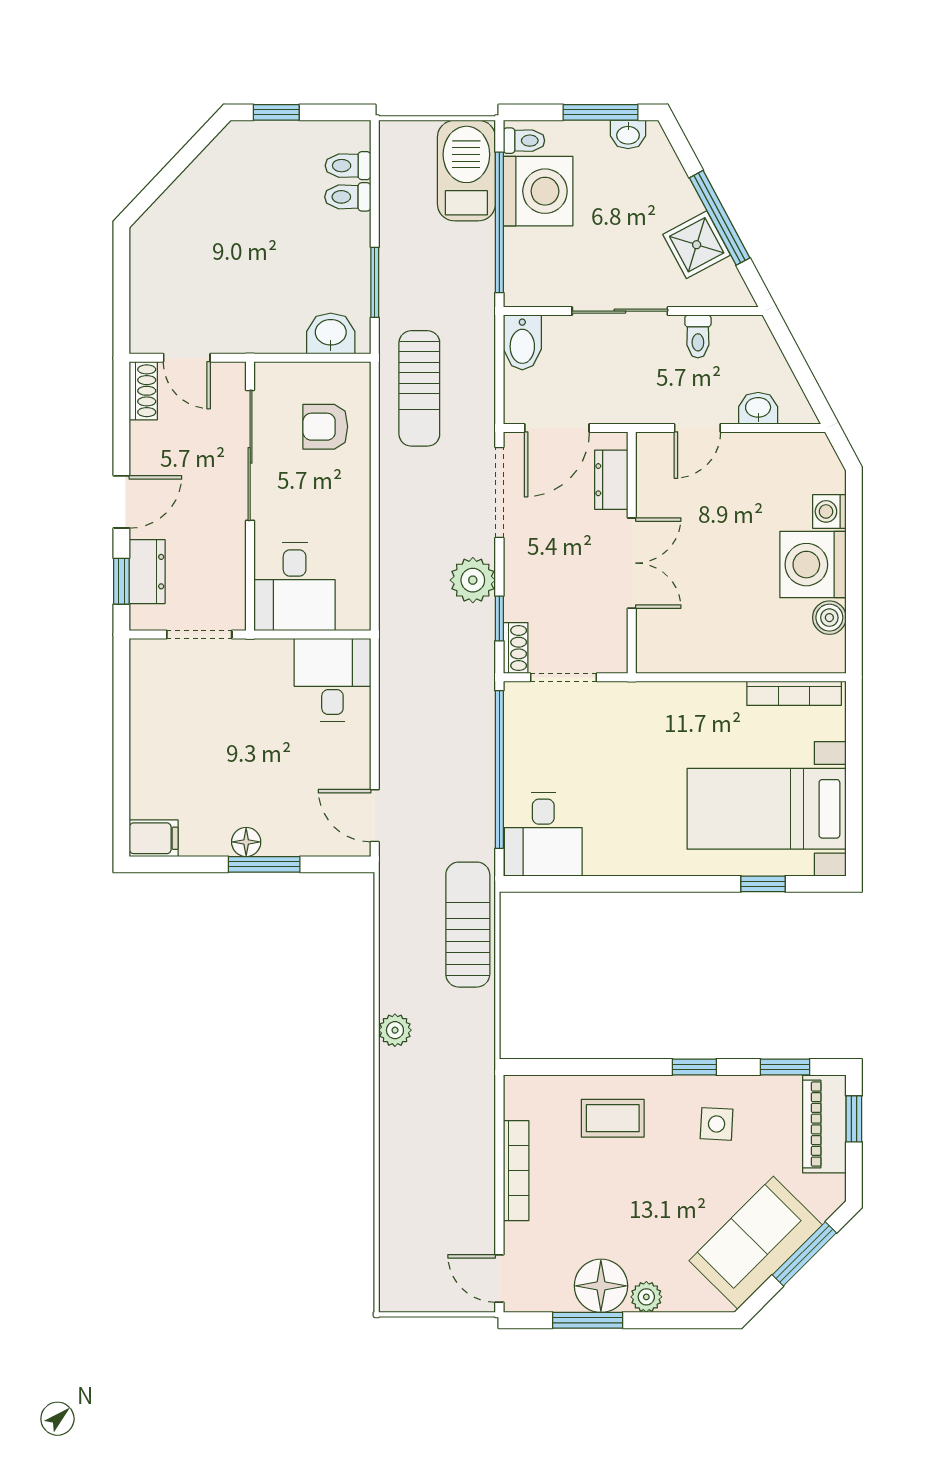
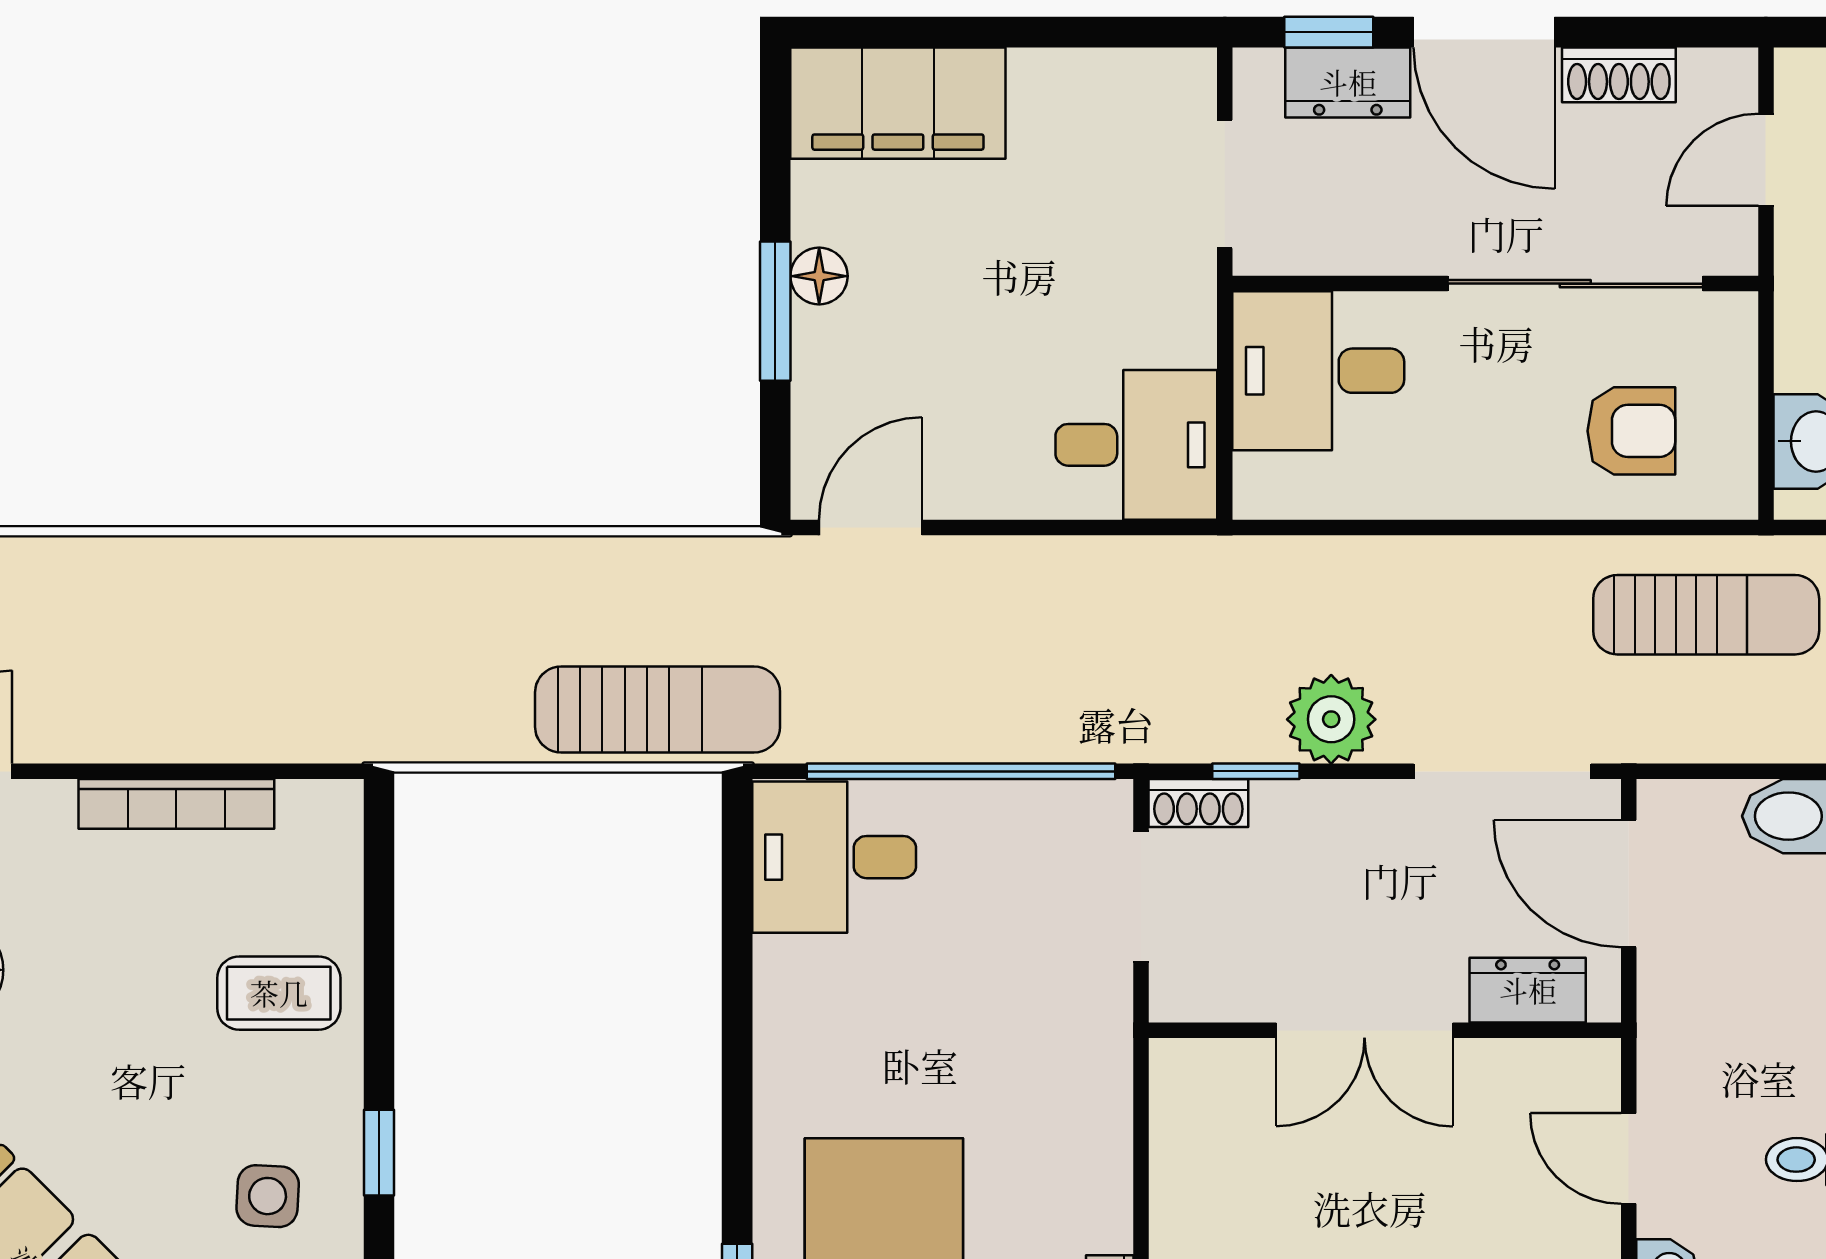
sun lounger: (419, 388) -> (1706, 615), turned 180
shoe rack: (143, 391) -> (1619, 75), moved
armchair: (325, 427) -> (1631, 431), turned 90
door: (121, 502) -> (1484, 32), width x1.38
filing cabinet: (154, 838) -> (898, 103), width x3.00, depth x1.17
plant: (395, 1030) -> (451, 567), removed
coffee table: (613, 1118) -> (279, 993), turned 90

